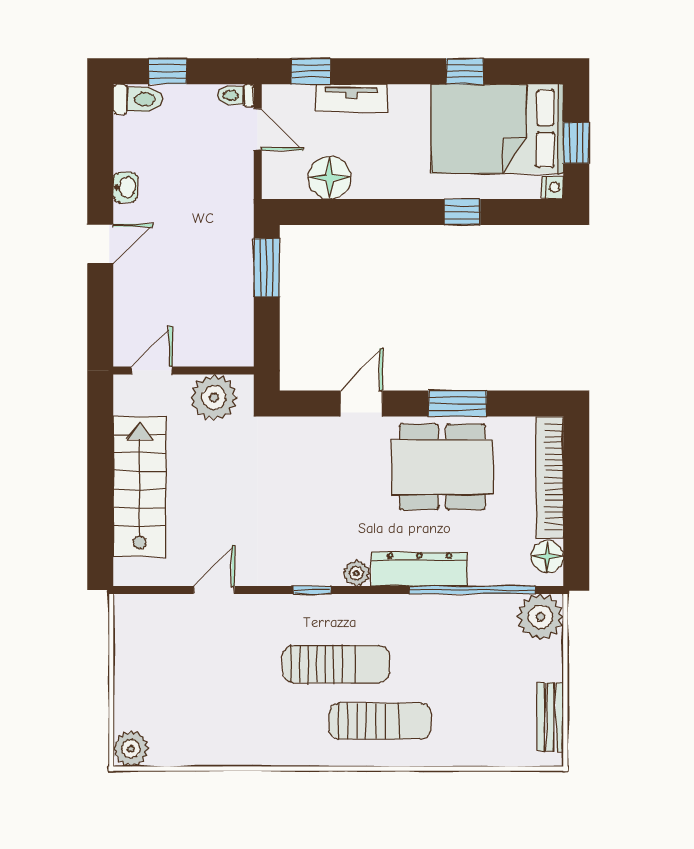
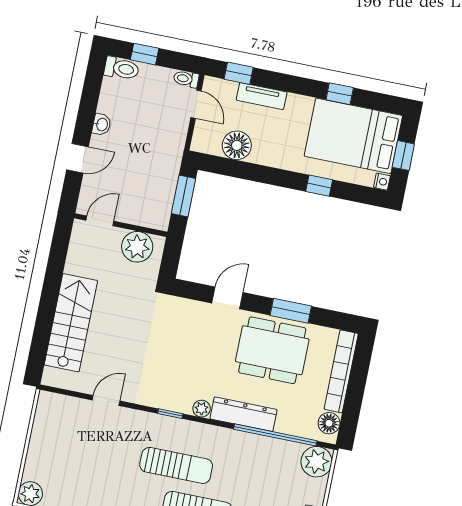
door: (152, 371) -> (100, 221), moved
wall: (183, 371) -> (121, 225), moved
plant: (214, 398) -> (137, 247), moved

